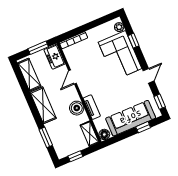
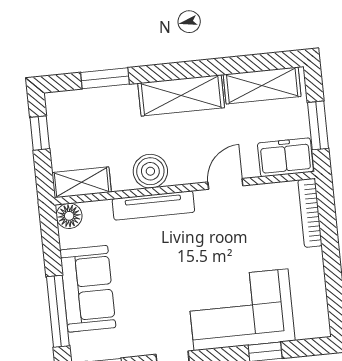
plant: (119, 27) -> (307, 328), removed
door: (72, 77) -> (225, 184), hinge flipped
tv unit: (92, 107) -> (153, 205), width x1.41
sofa: (131, 118) -> (88, 289), width x0.73
window: (143, 127) -> (58, 311), width x2.17

